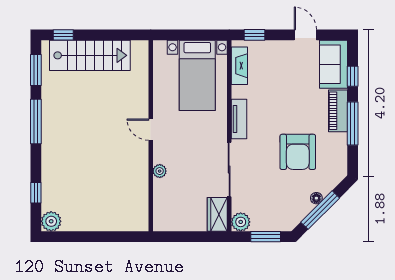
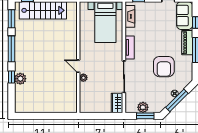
door: (151, 130) -> (78, 66), moved
window: (36, 193) -> (11, 77), moved
plant: (51, 221) -> (20, 79), moved
plant: (241, 222) -> (143, 107), moved

